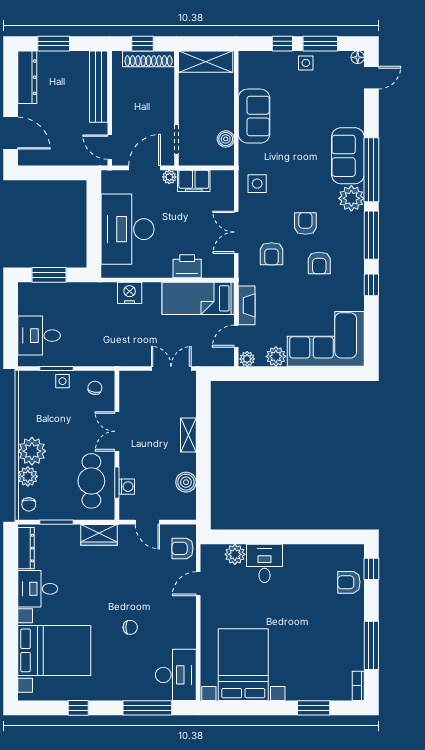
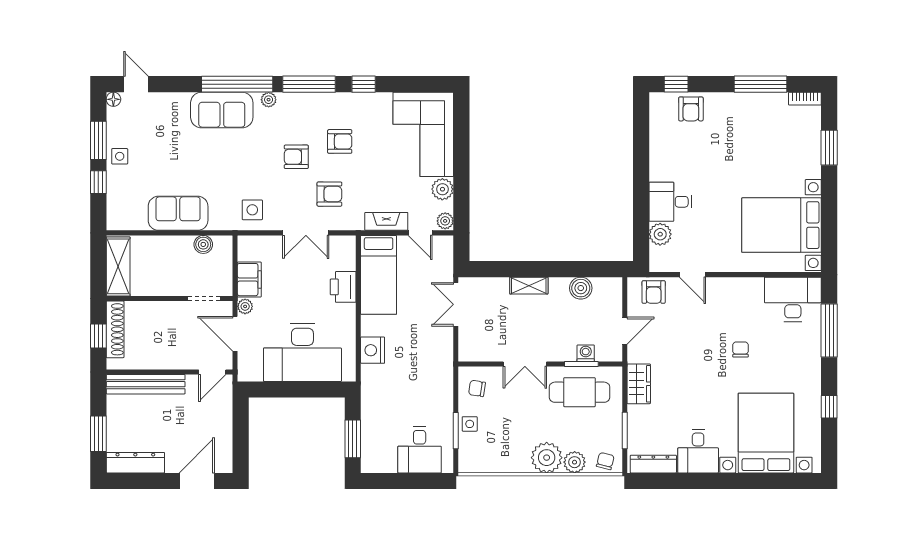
plant: (351, 198) -> (269, 100), width x0.53, depth x0.53
chair: (29, 504) -> (605, 461), turned -76

